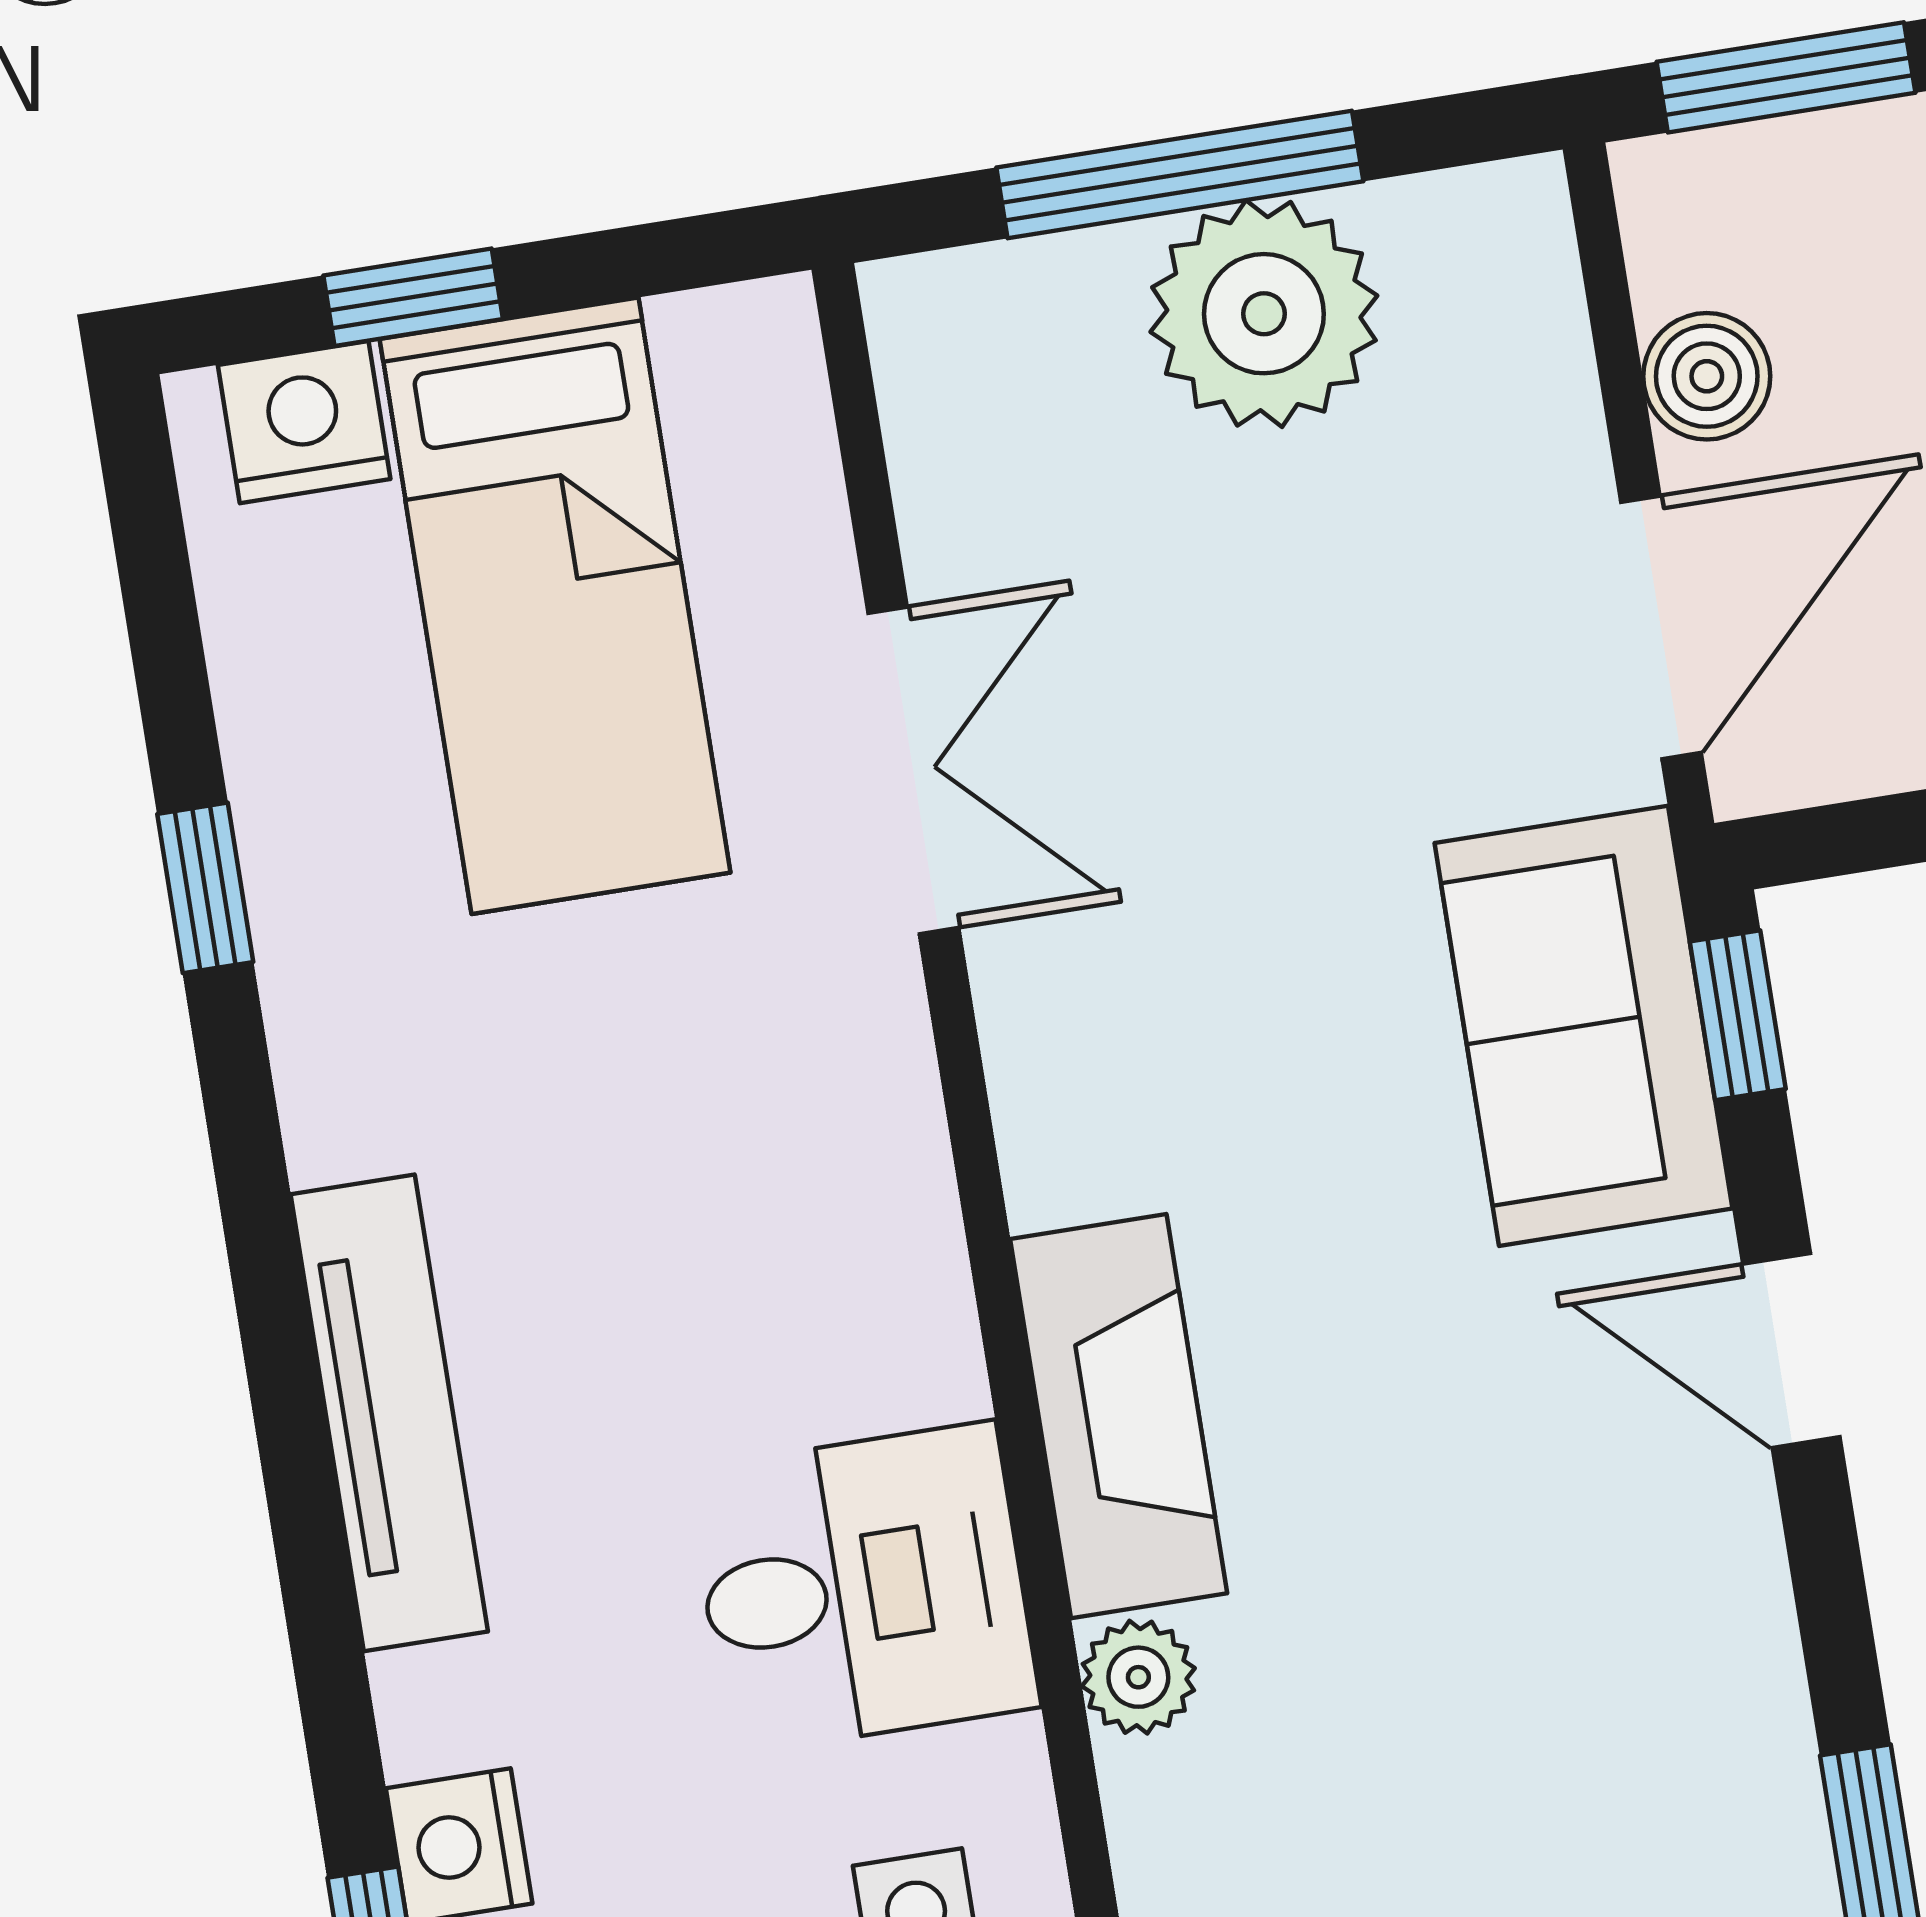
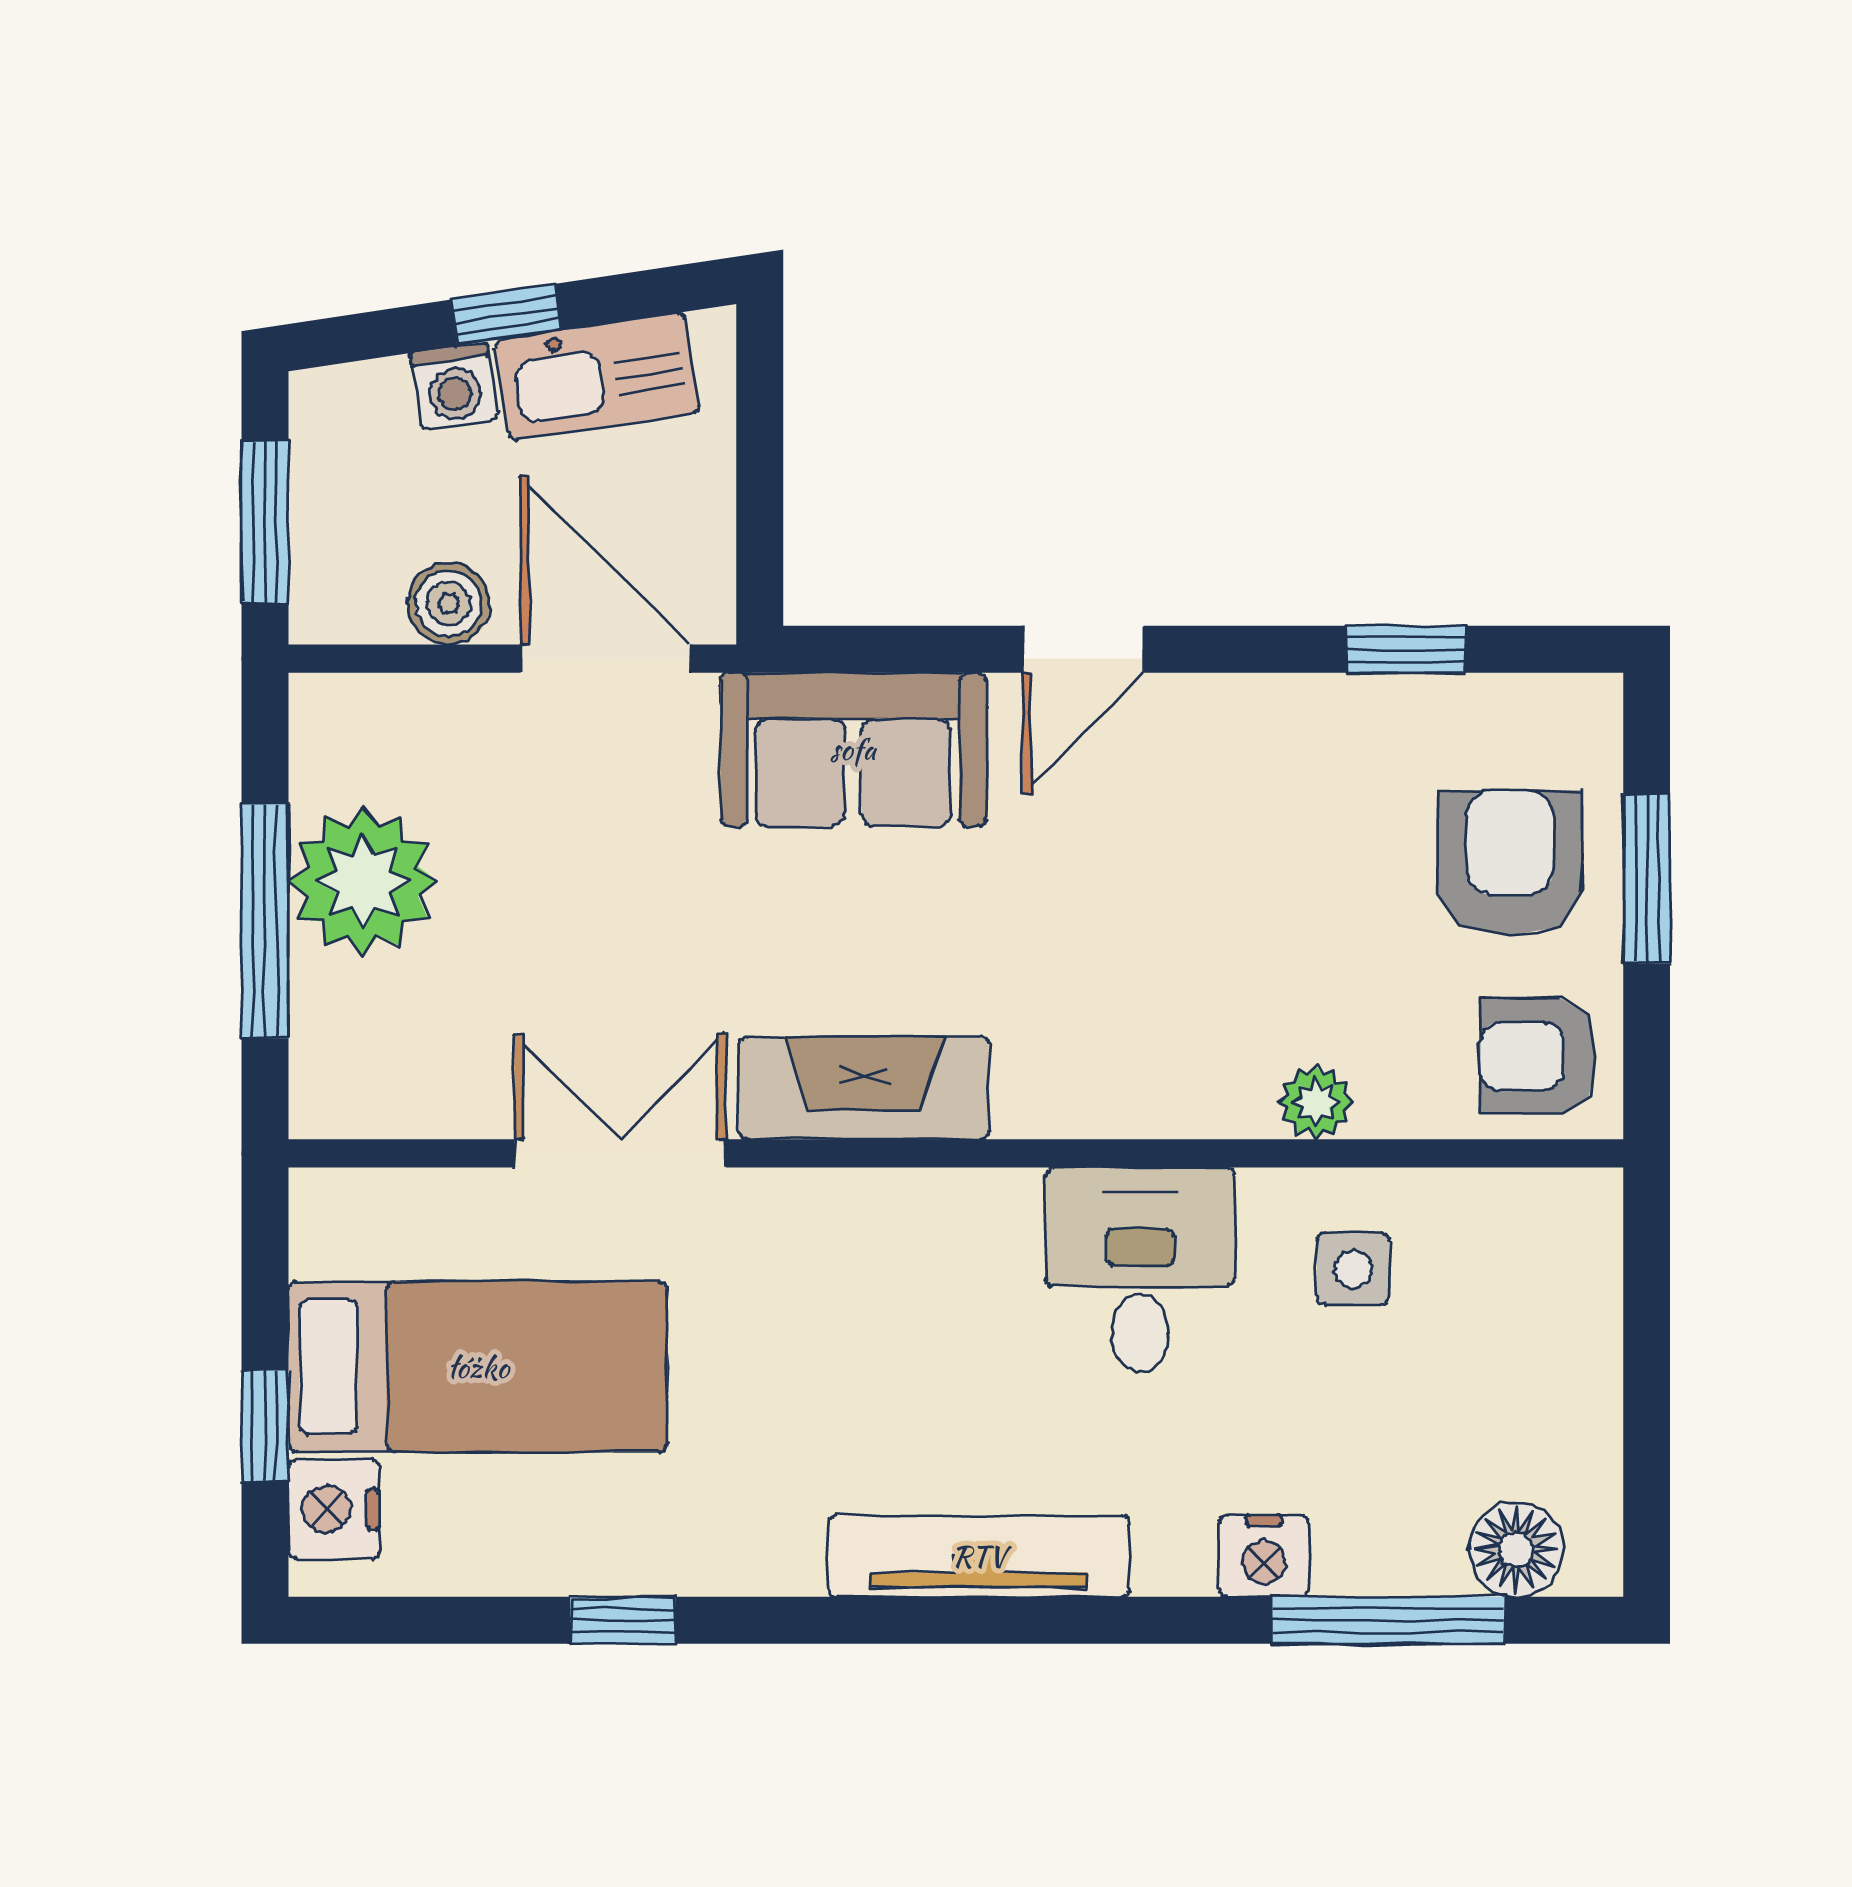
window: (1738, 1015) -> (862, 649), removed
fireplace: (1119, 1416) -> (864, 1088), moved
plant: (1138, 1677) -> (1316, 1102), moved

